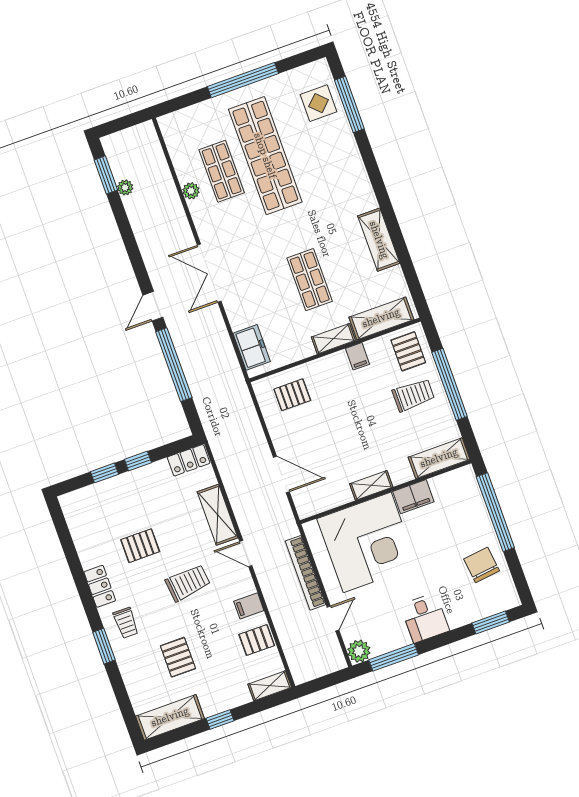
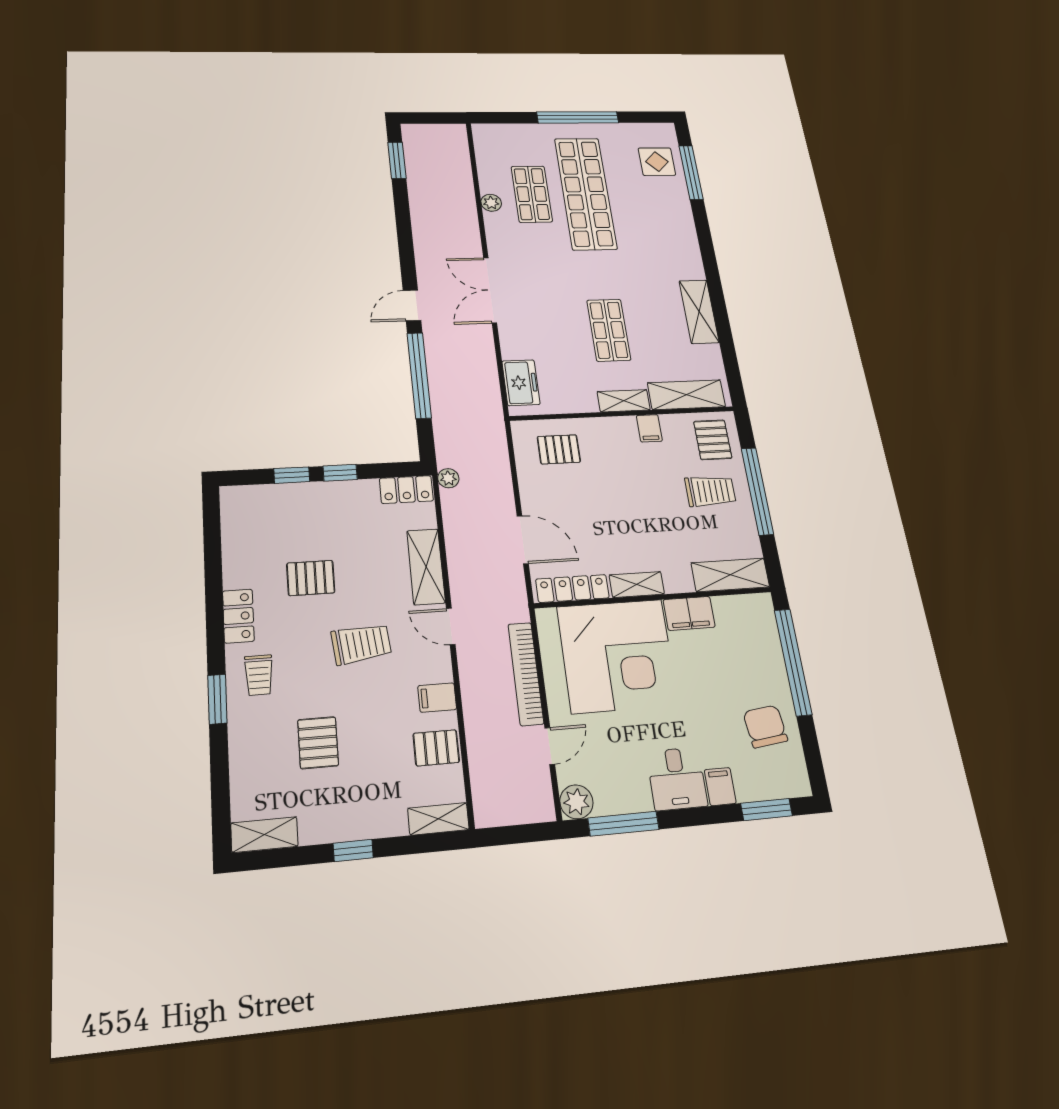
plant: (125, 187) -> (448, 478), moved
locker: (325, 502) -> (572, 588), added
filing cabinet: (456, 615) -> (720, 787), added
shelving: (170, 717) -> (264, 835), width x0.67, depth x0.75

